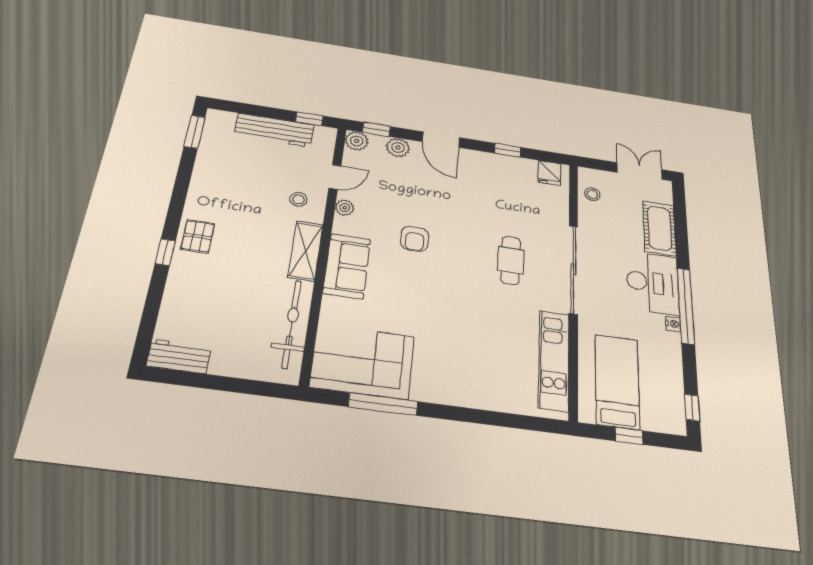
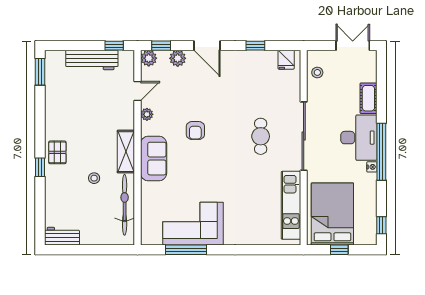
stool: (298, 199) -> (94, 178), moved
cot: (659, 228) -> (368, 98), width x0.73, depth x0.75
corner sofa: (363, 361) -> (193, 224), moved
bed: (617, 381) -> (332, 214), width x1.50

